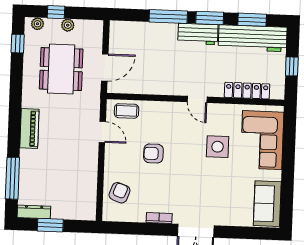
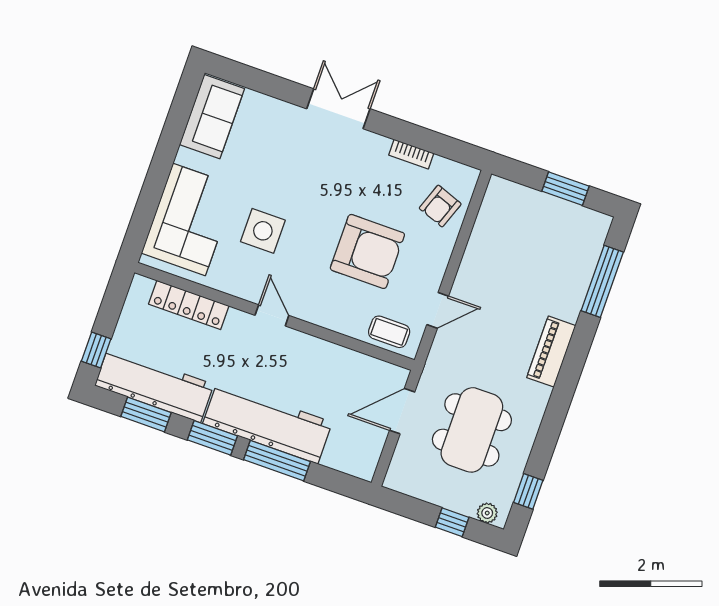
plant: (68, 25) -> (440, 496), removed
workbench: (198, 34) -> (268, 423), width x1.88, depth x1.32
window: (292, 66) -> (96, 350), moved
door: (102, 132) -> (438, 310), swing flipped
armchair: (153, 153) -> (367, 251), width x1.88, depth x1.88
dresser: (34, 212) -> (585, 218), removed
bookcase: (159, 218) -> (411, 154), moved

